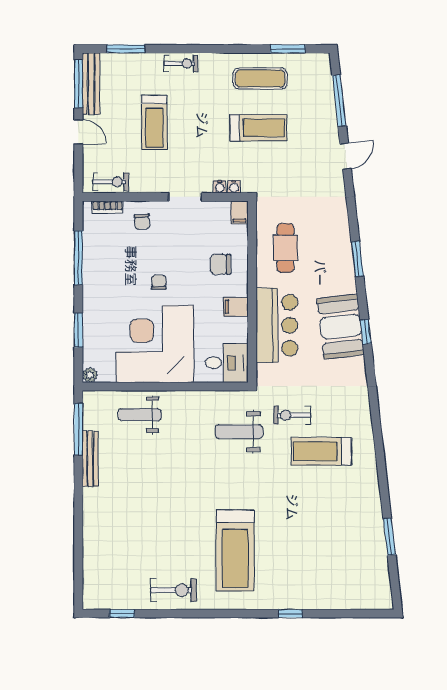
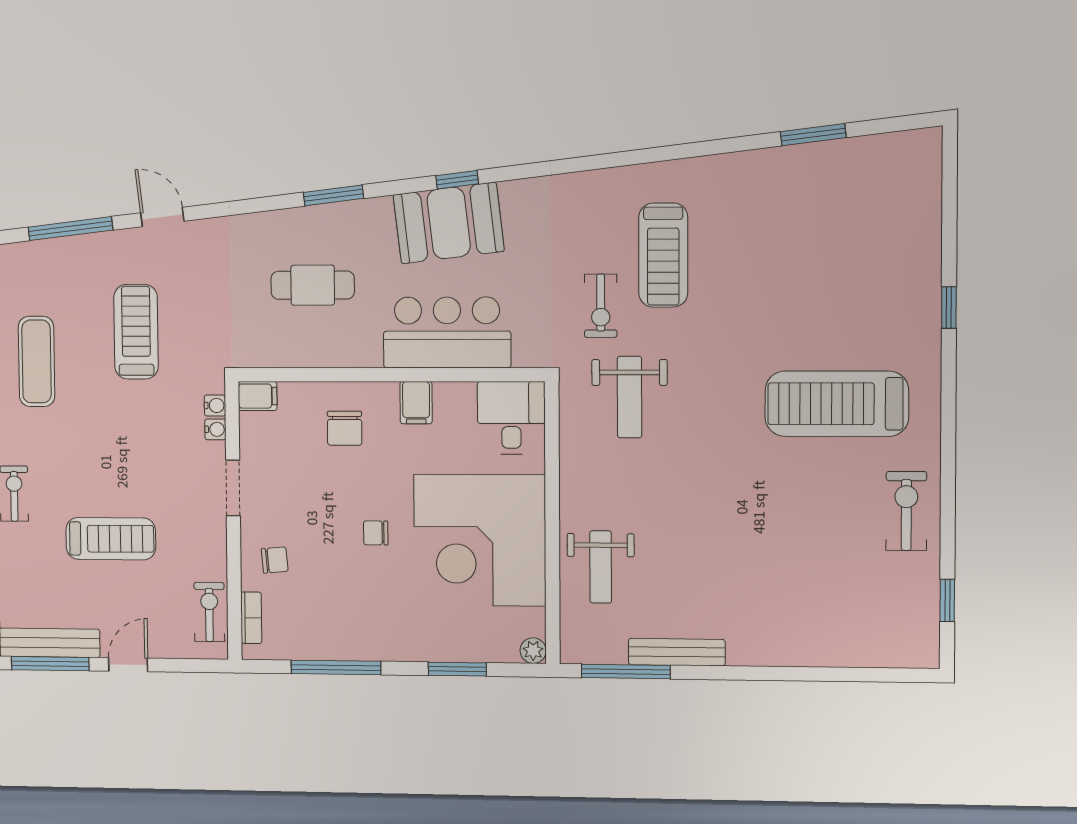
treadmill: (258, 128) -> (136, 332), moved
cafe table: (285, 248) -> (313, 285), moved
treadmill: (235, 550) -> (837, 404), turned 180

